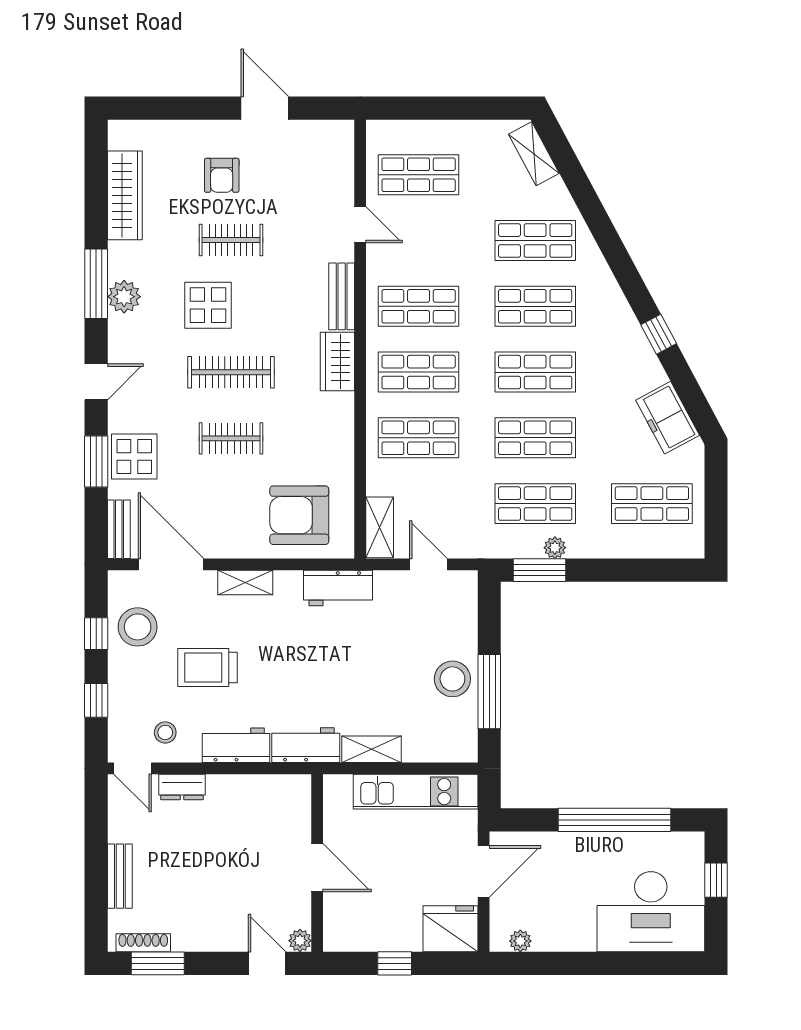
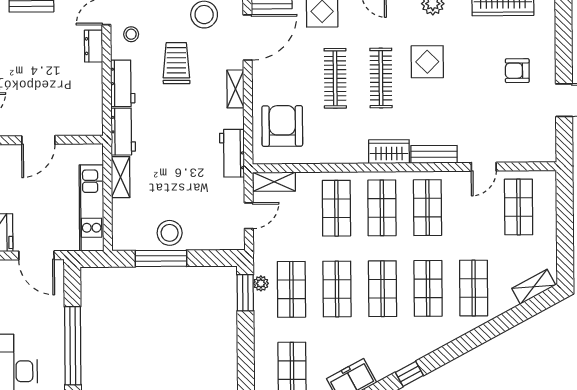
clothes rail: (231, 240) -> (472, 77), removed
clothes rail: (231, 438) -> (335, 78), width x1.36
plant: (555, 548) -> (261, 283), moved

